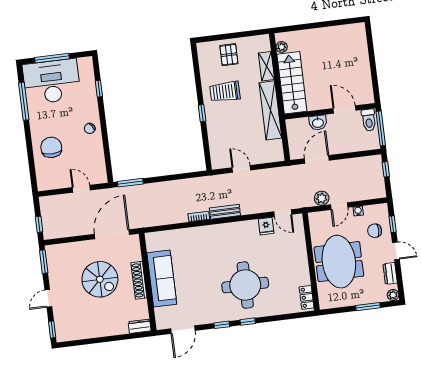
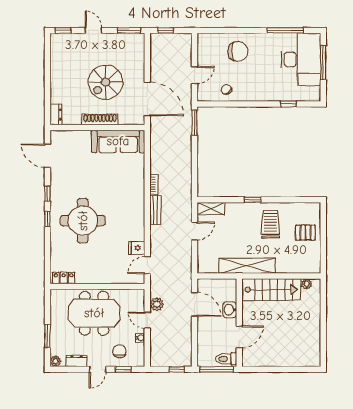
shelving: (266, 66) -> (211, 209), moved
chair: (90, 128) -> (226, 90), moved
sofa: (162, 278) -> (118, 141), moved

